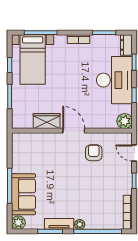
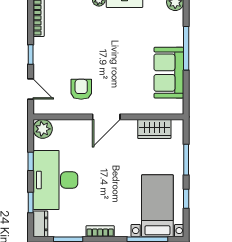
wardrobe: (47, 121) -> (154, 129), moved
door: (74, 131) -> (106, 117), hinge flipped
armchair: (94, 153) -> (81, 89), turned 180
sofa: (23, 194) -> (169, 73), moved

